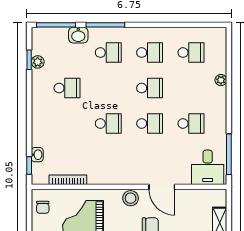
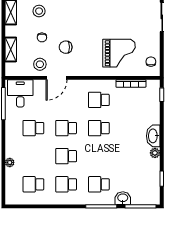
plant: (38, 62) -> (155, 153), moved
school desk: (67, 88) -> (99, 100), moved
washbasin: (37, 155) -> (153, 136), moved, width x1.91, depth x1.45
door: (162, 187) -> (56, 78), swing flipped
stool: (131, 198) -> (40, 64), moved

